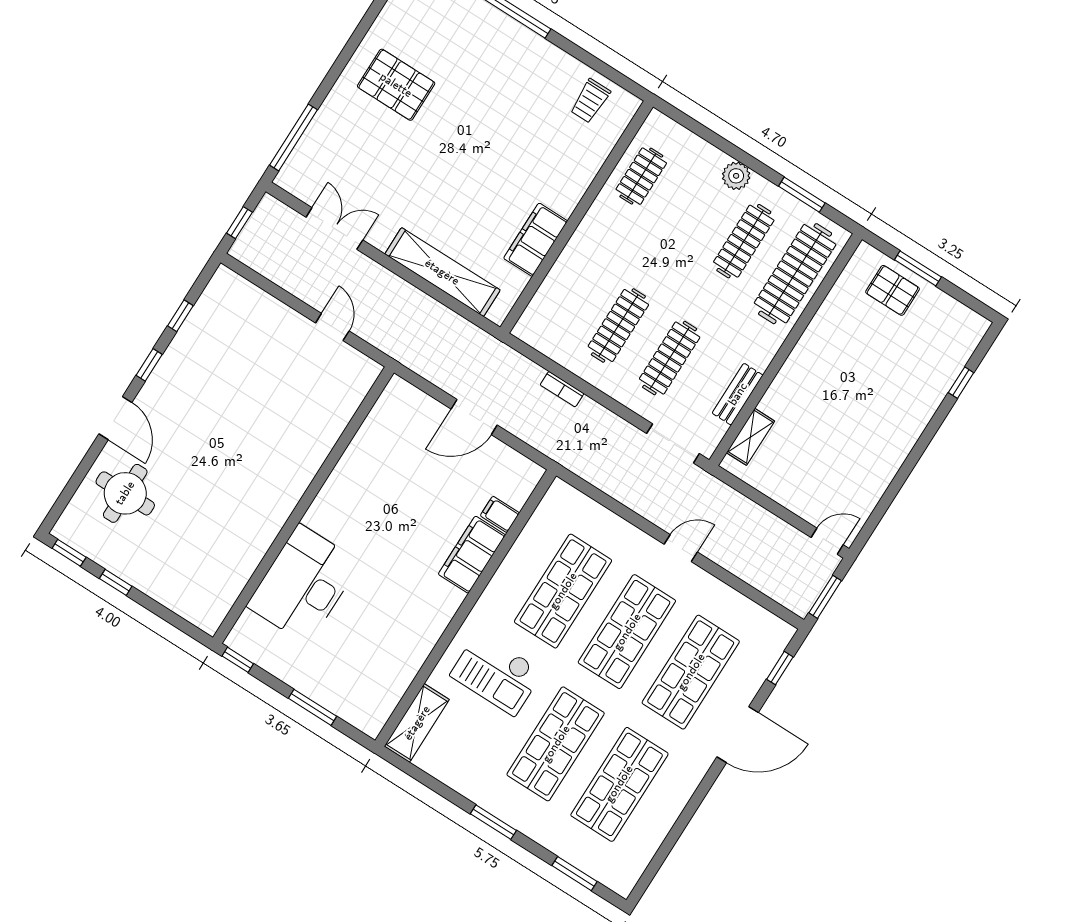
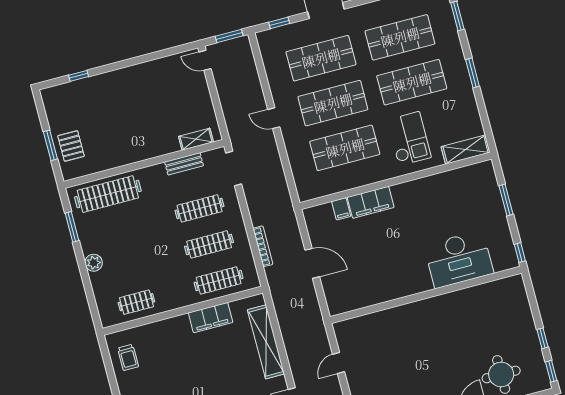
trolley: (590, 101) -> (128, 357), turned 90
clothes rail: (744, 241) -> (219, 280), moved
bookcase: (562, 389) -> (263, 246), width x1.56

